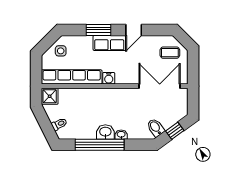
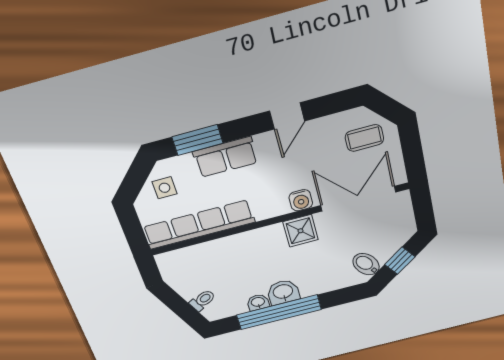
window: (98, 30) -> (198, 140), moved
row of seats: (109, 43) -> (225, 157), moved
water cooler: (109, 78) -> (301, 200), moved
shower: (50, 96) -> (300, 231), moved
washbasin: (121, 135) -> (258, 302), moved

